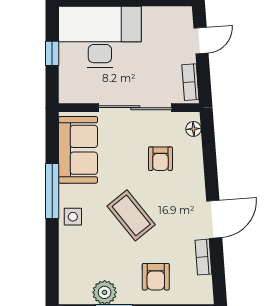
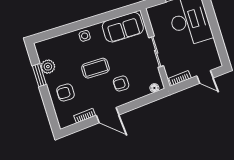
sliding door: (135, 108) -> (156, 52), width x0.73
armchair: (160, 159) -> (121, 83), moved
window: (52, 191) -> (95, 20), removed
coffee table: (131, 215) -> (95, 68), turned 39

